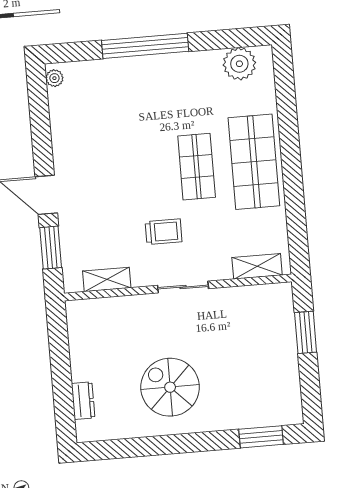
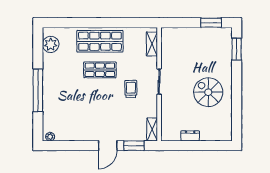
shelving: (107, 279) -> (152, 129), moved
window: (306, 332) -> (211, 23), moved
spiral stairs: (170, 387) -> (208, 92), turned 90
dresser: (83, 401) -> (190, 136), moved

